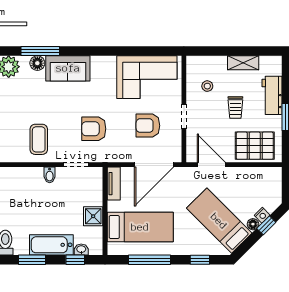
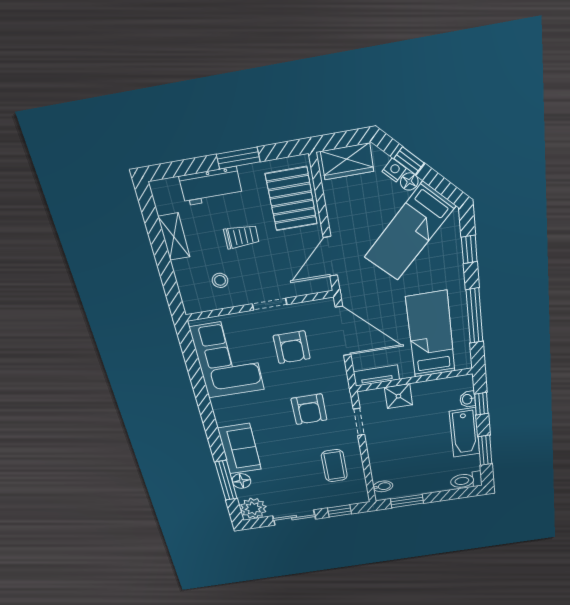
coffee table: (39, 139) -> (334, 466), turned 90
bidet: (50, 175) -> (383, 486), moved
wardrobe: (273, 186) -> (347, 161), added
shower: (93, 216) -> (398, 396), moved

